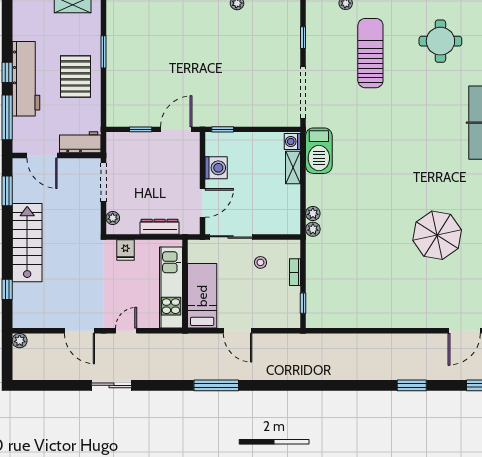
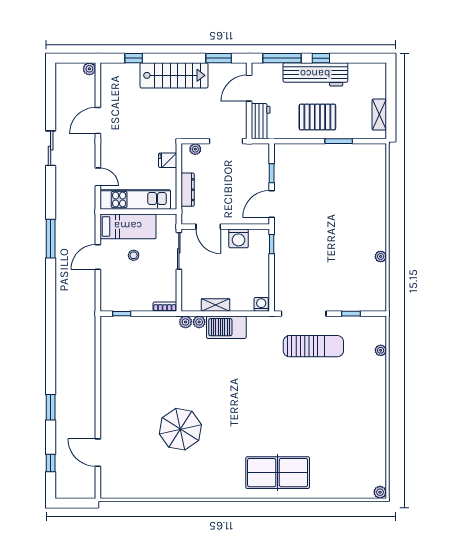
round table: (440, 41) -> (348, 432), removed
sun lounger: (370, 53) -> (313, 346), moved
door: (176, 129) -> (272, 204), swing flipped
barbecue: (319, 151) -> (226, 327), moved
shelving: (293, 167) -> (216, 305), moved
stool: (260, 262) -> (134, 255), moved
bookcase: (295, 272) -> (165, 307), moved
door: (126, 331) -> (98, 177), moved

